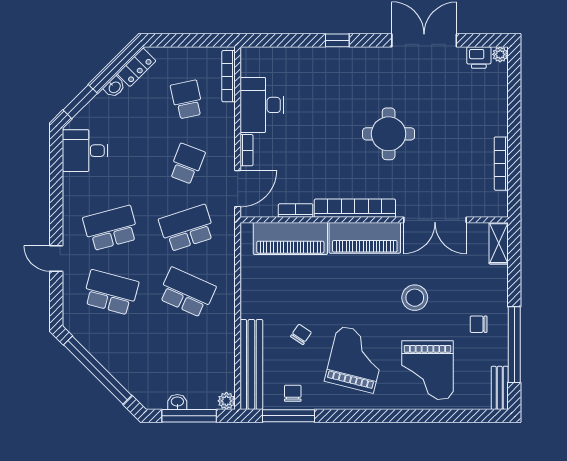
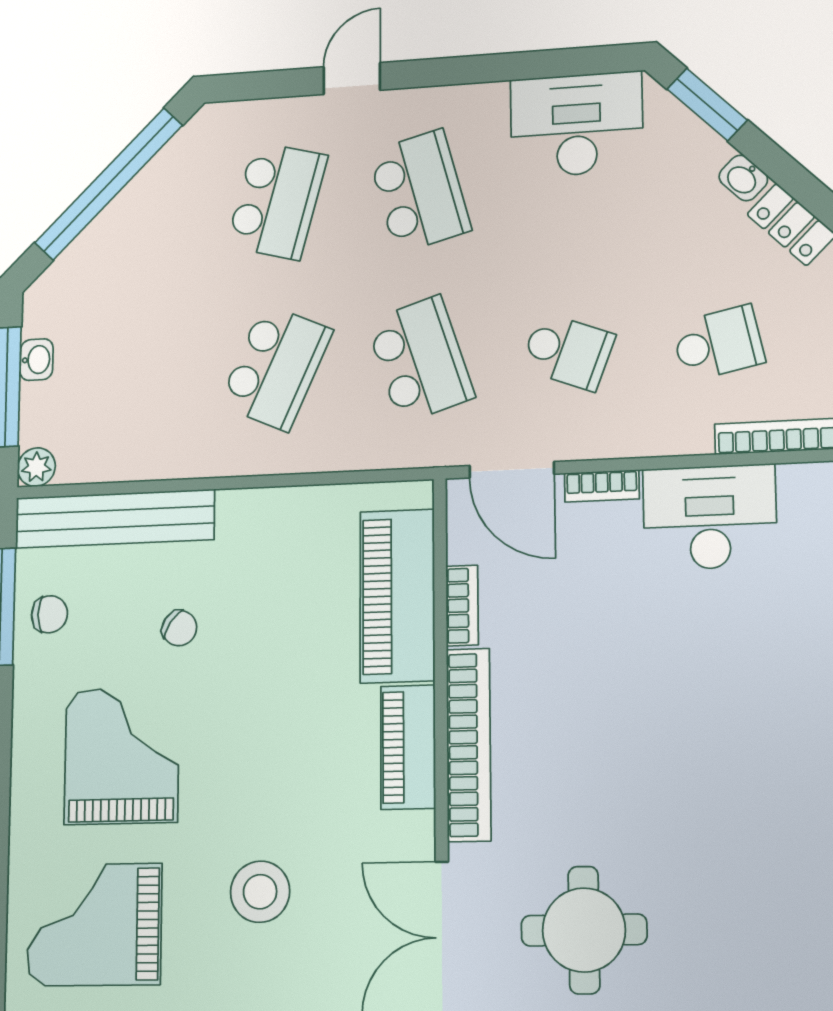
round table: (389, 134) -> (584, 930), moved
desk: (85, 151) -> (577, 125), width x1.37
piano: (365, 238) -> (408, 747), width x0.73, depth x0.75
grand piano: (356, 359) -> (122, 756), turned -104

